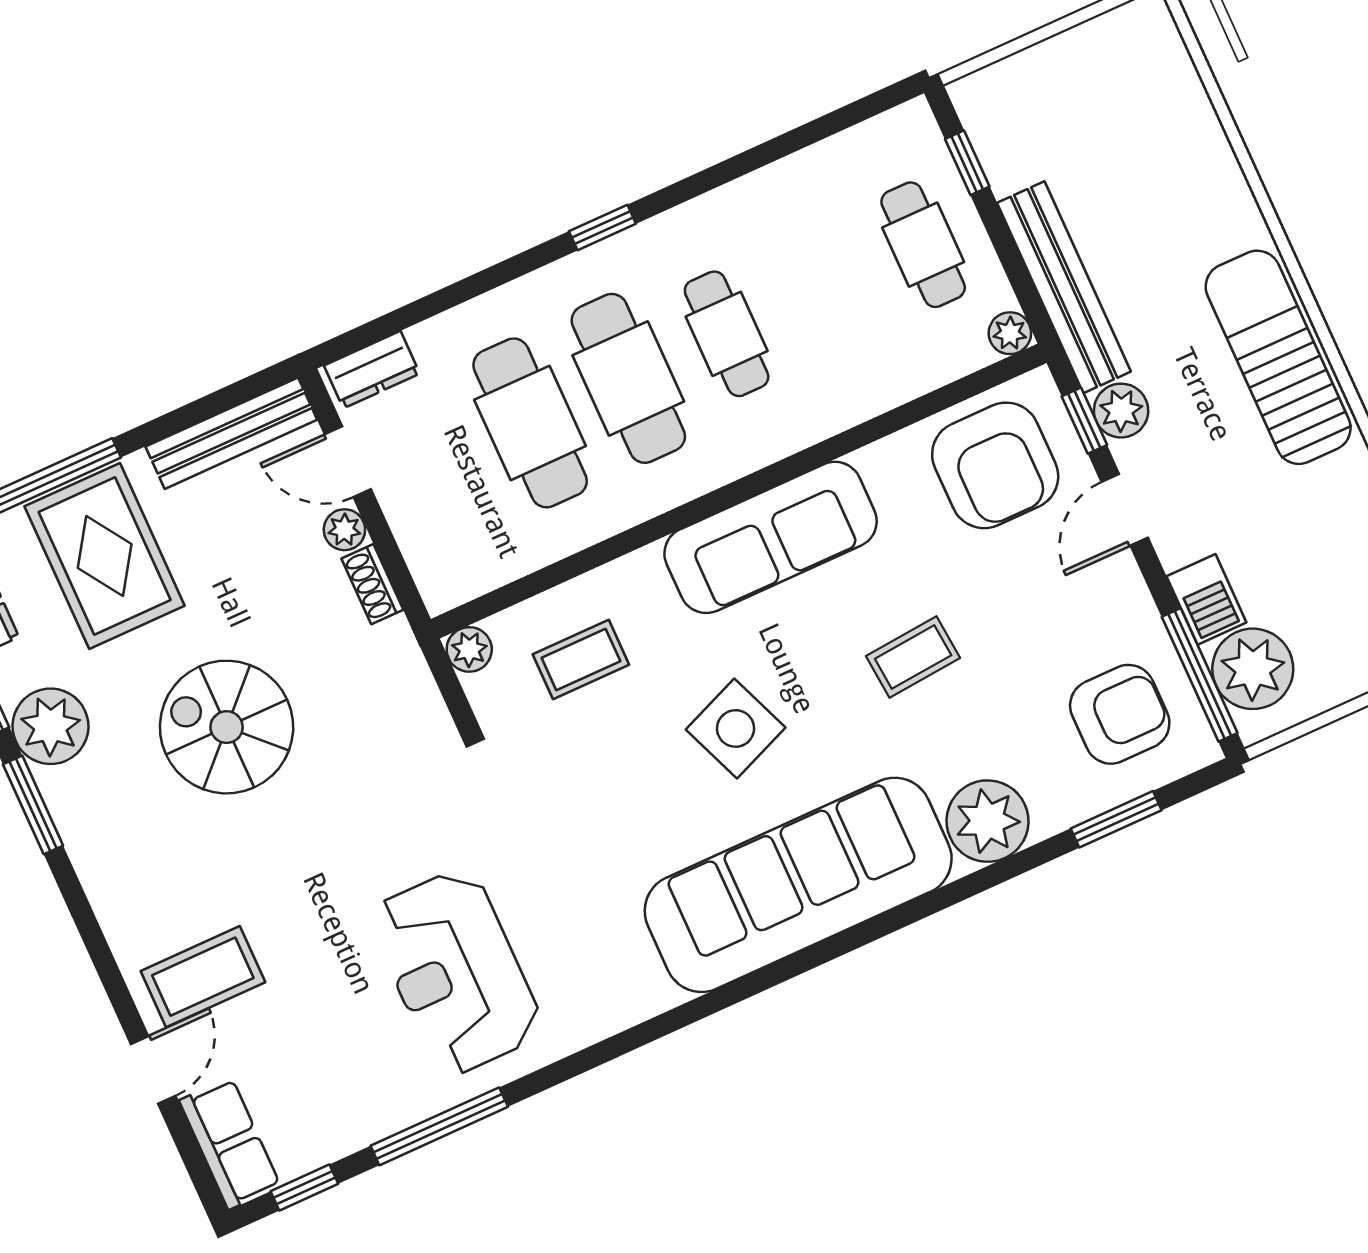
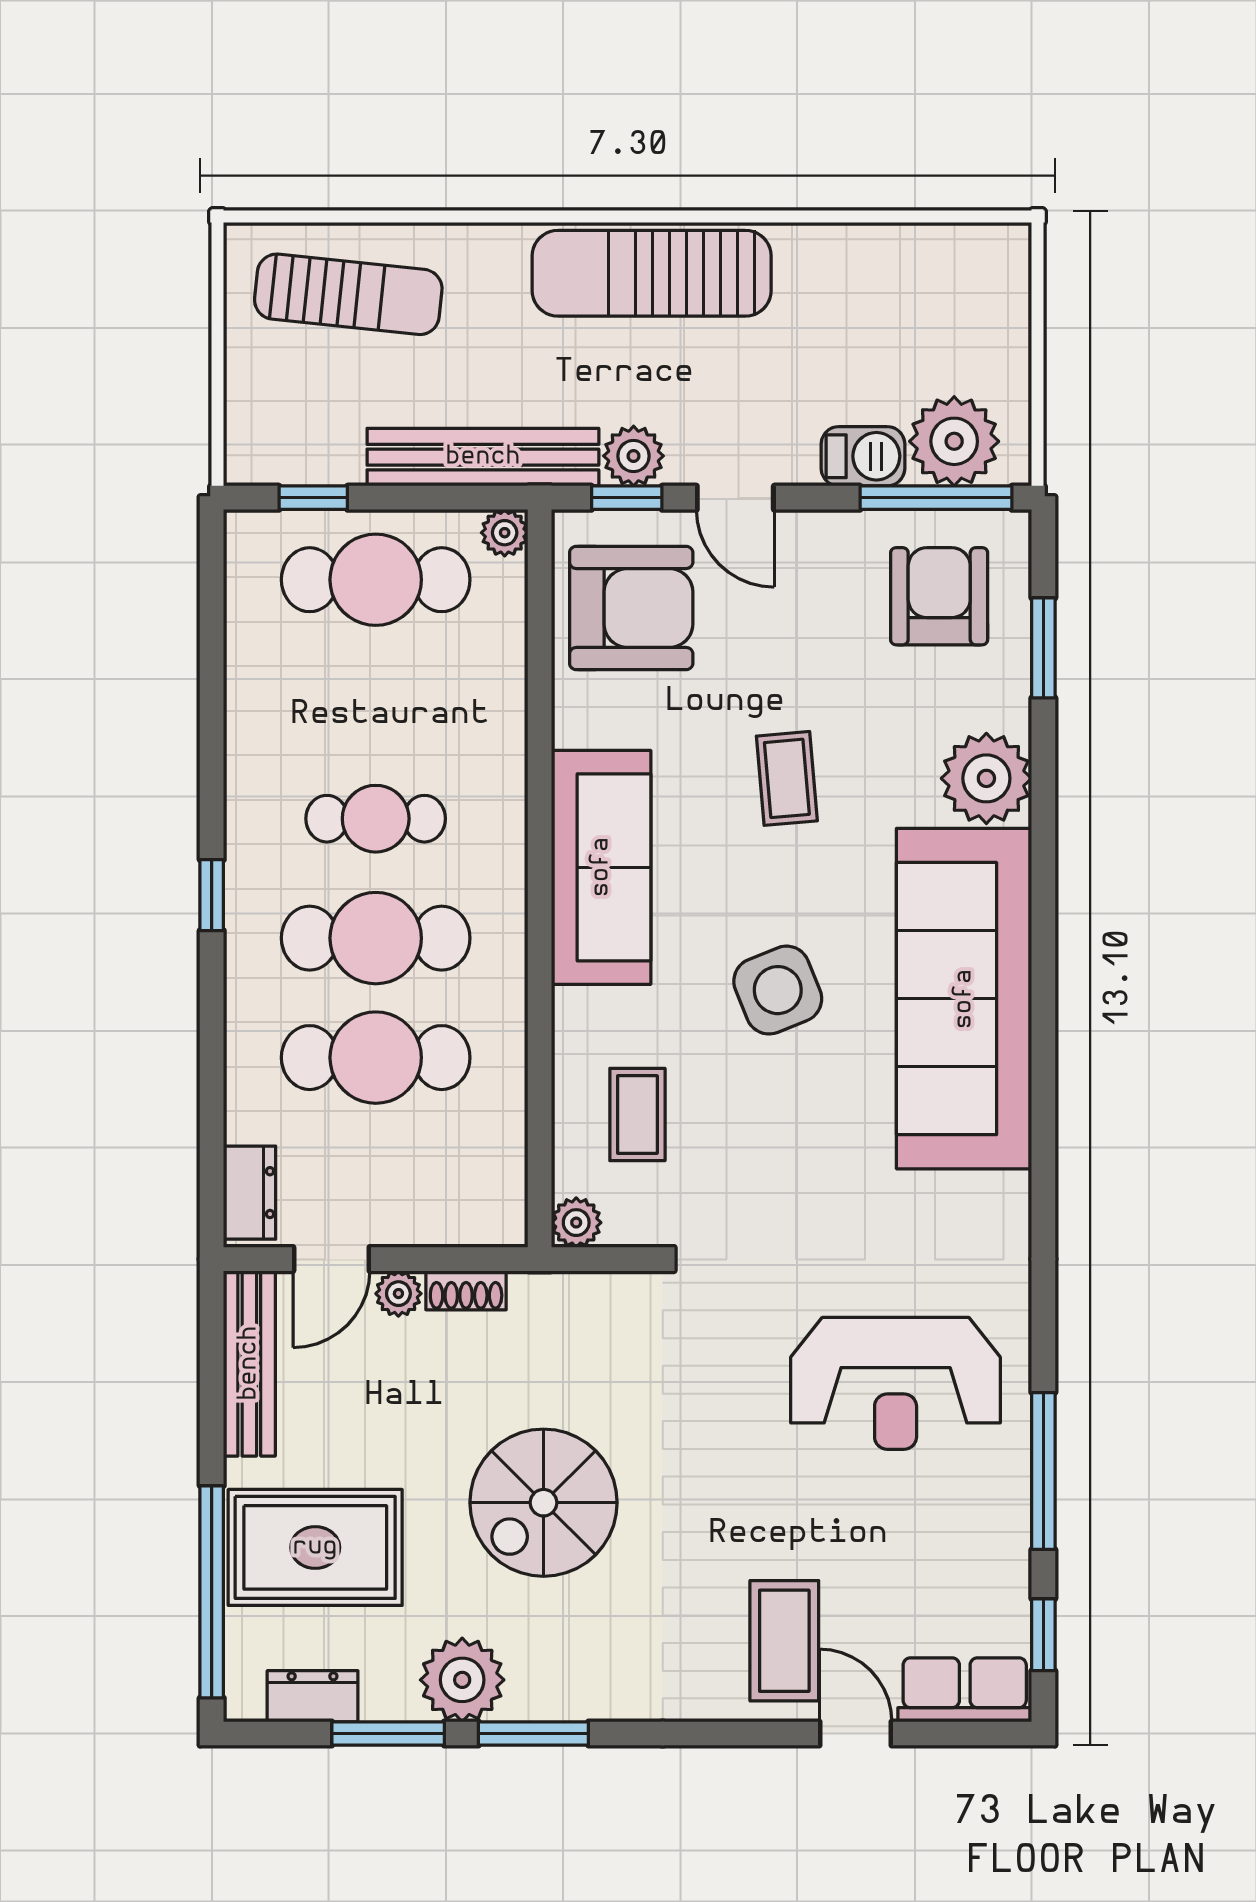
sun lounger: (1148, 116) -> (348, 294), added
cafe table: (923, 245) -> (376, 580), width x1.37, depth x1.35

